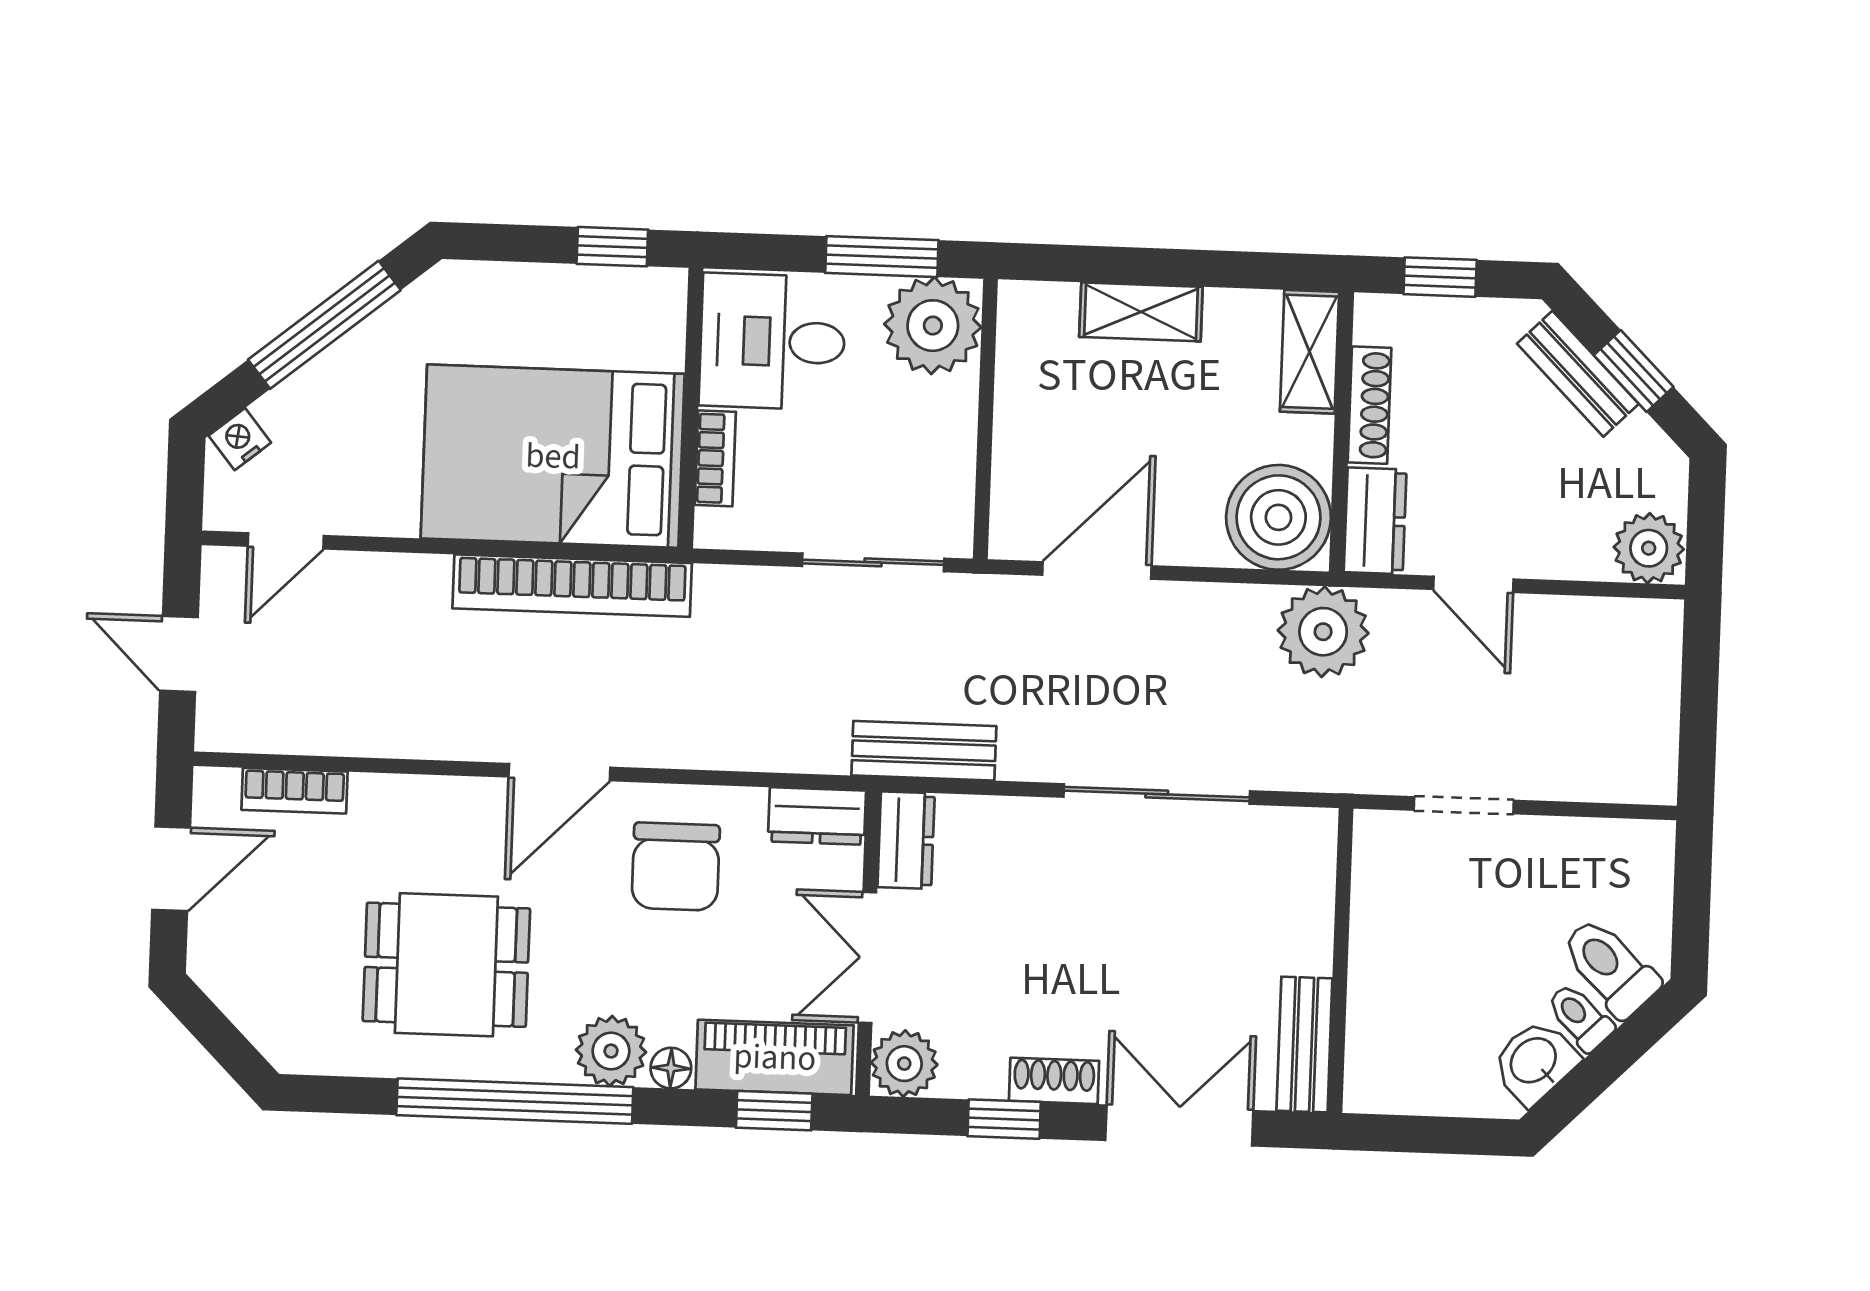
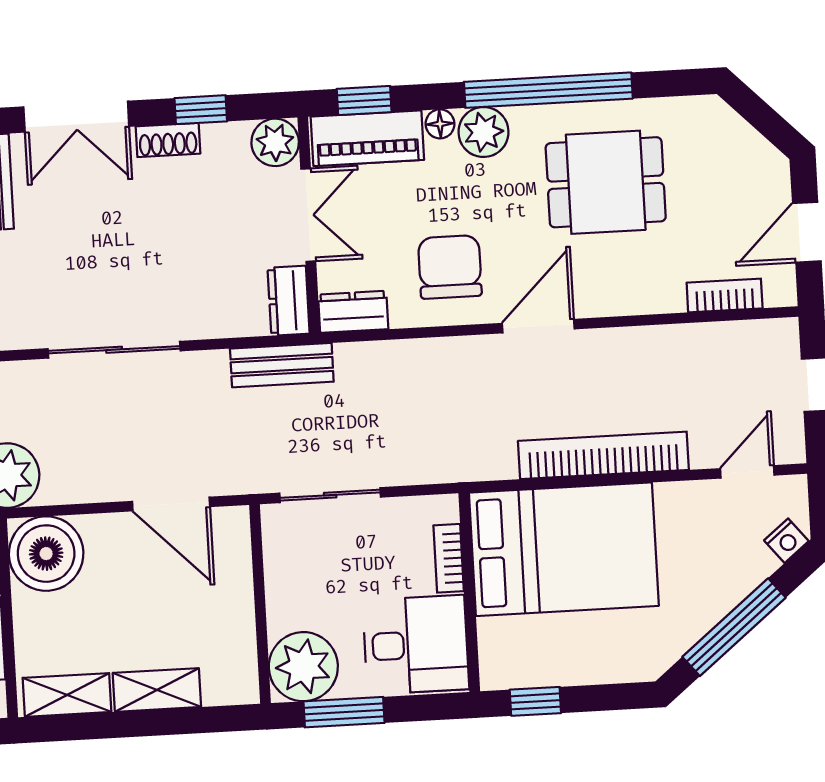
shelving: (1310, 352) -> (67, 695), moved, turned 90
door: (1097, 571) -> (171, 504), hinge flipped
bookcase: (572, 586) -> (603, 455), moved

